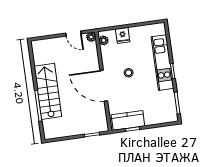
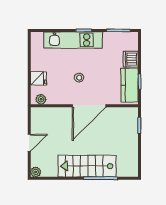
door: (73, 34) -> (29, 143), moved
plant: (91, 37) -> (36, 172), moved
dishwasher: (152, 118) -> (131, 59), added

